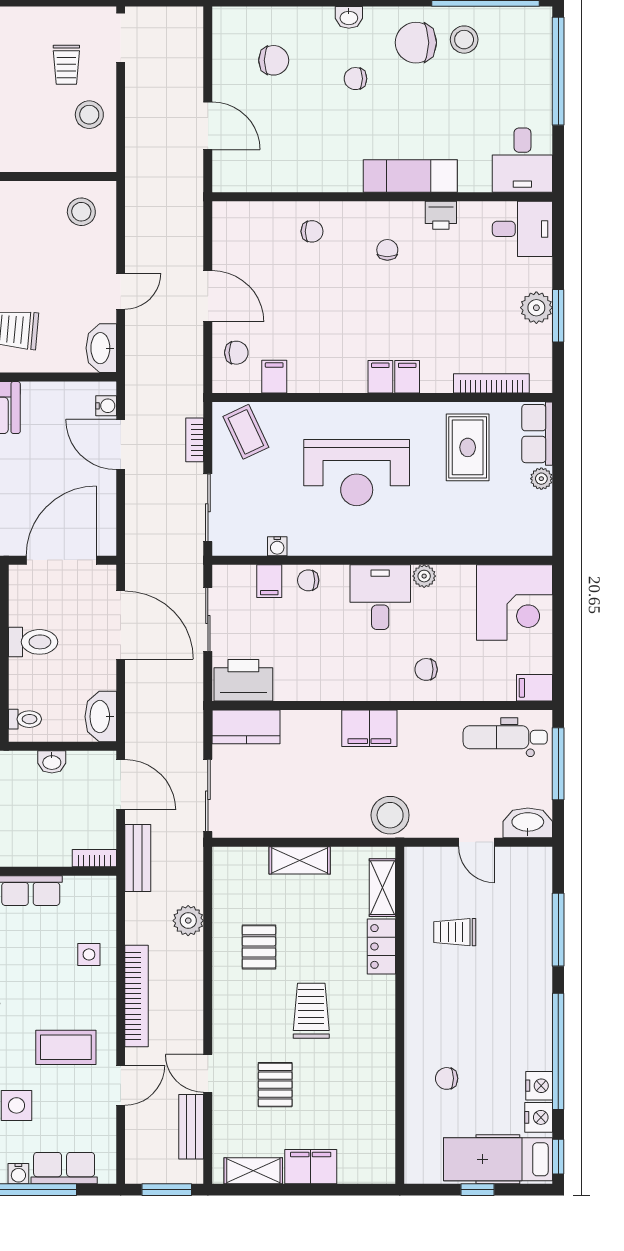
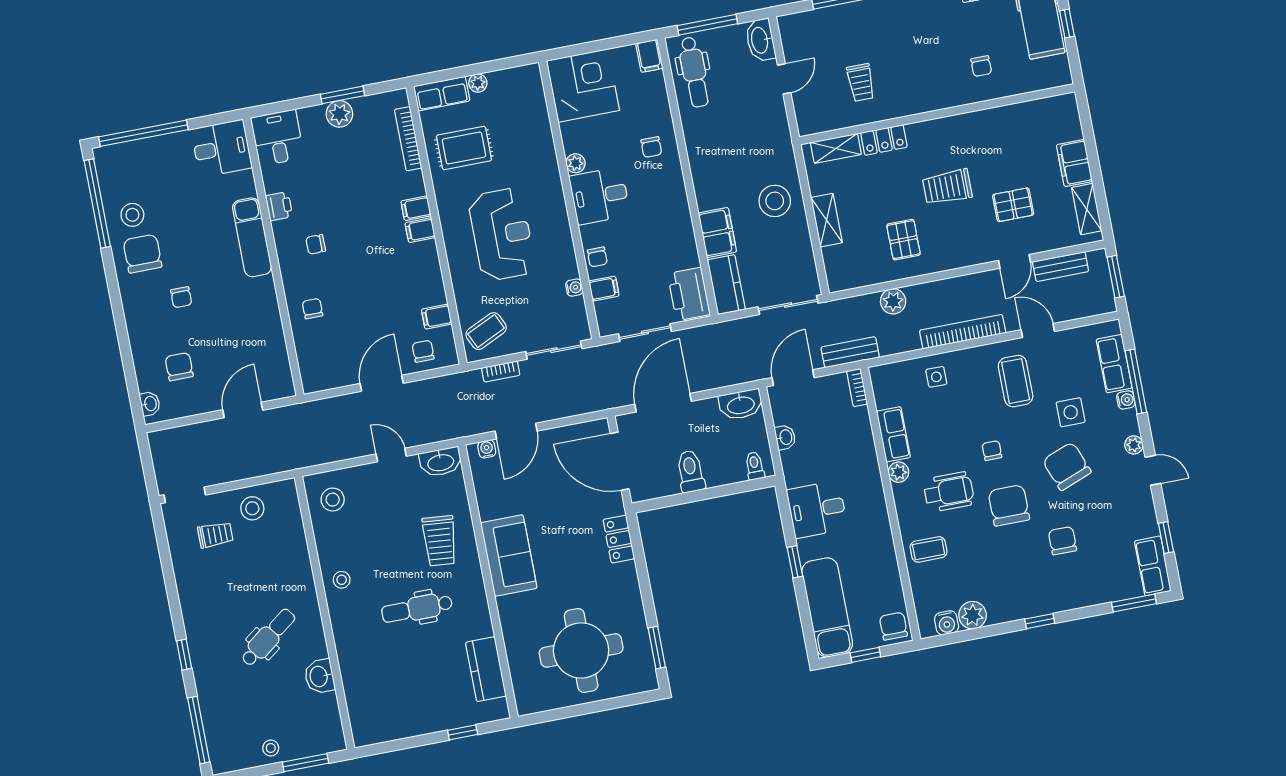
washbasin: (349, 17) -> (150, 404), moved
chair: (416, 43) -> (142, 254), turned 180
filing cabinet: (369, 728) -> (717, 232), moved
stool: (390, 815) -> (775, 201), moved
pallet: (259, 947) -> (903, 240), turned 90

